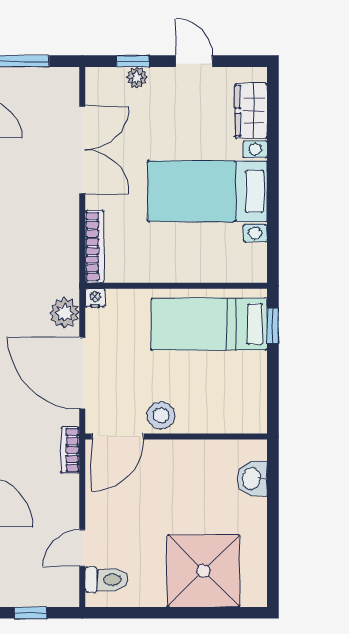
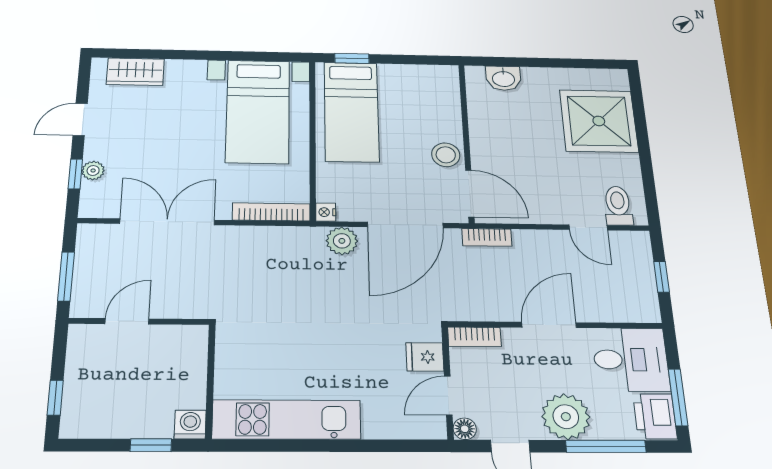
bed with nightstands: (207, 191) -> (258, 111), moved

